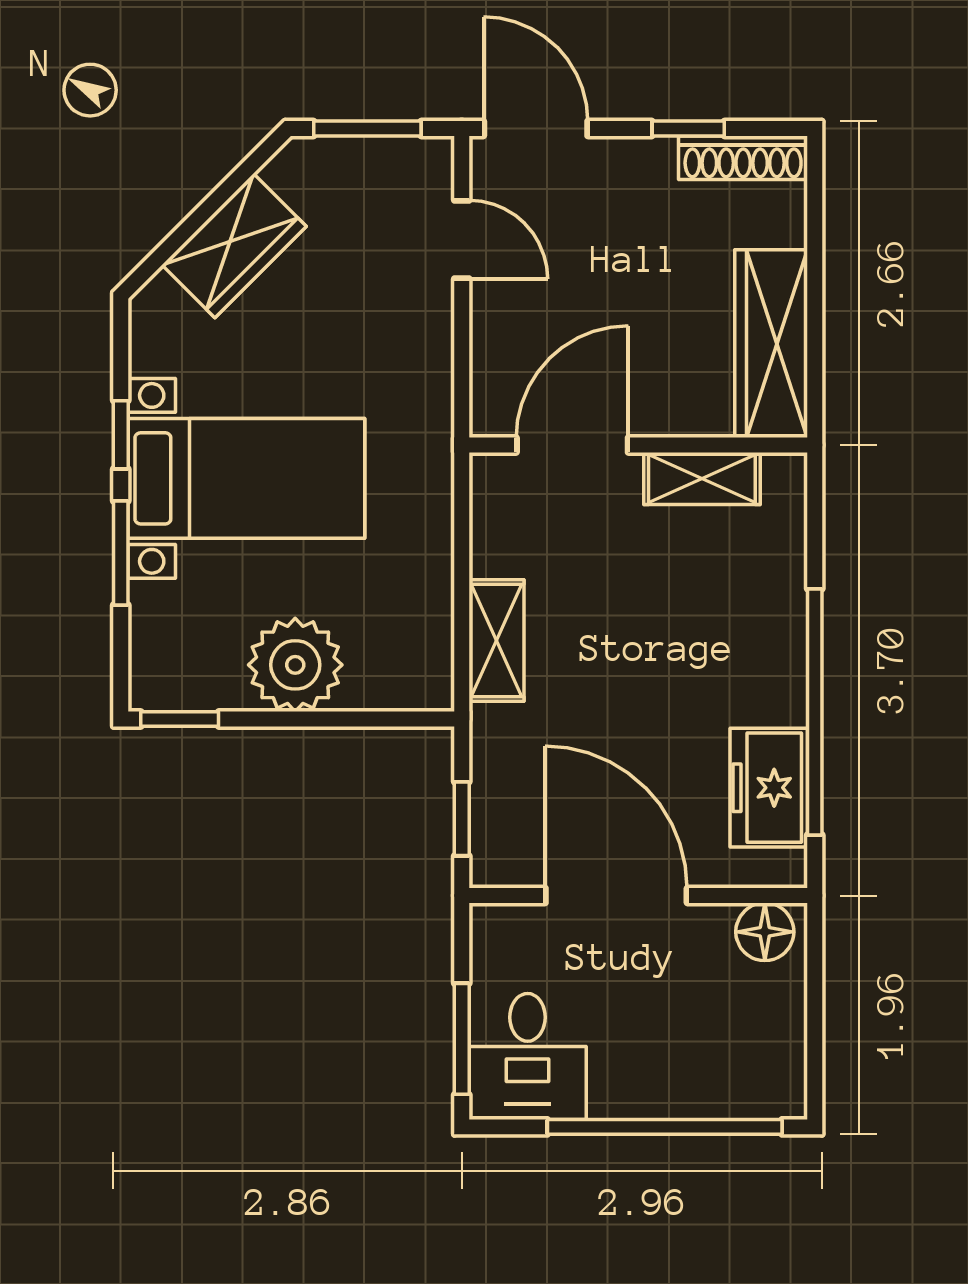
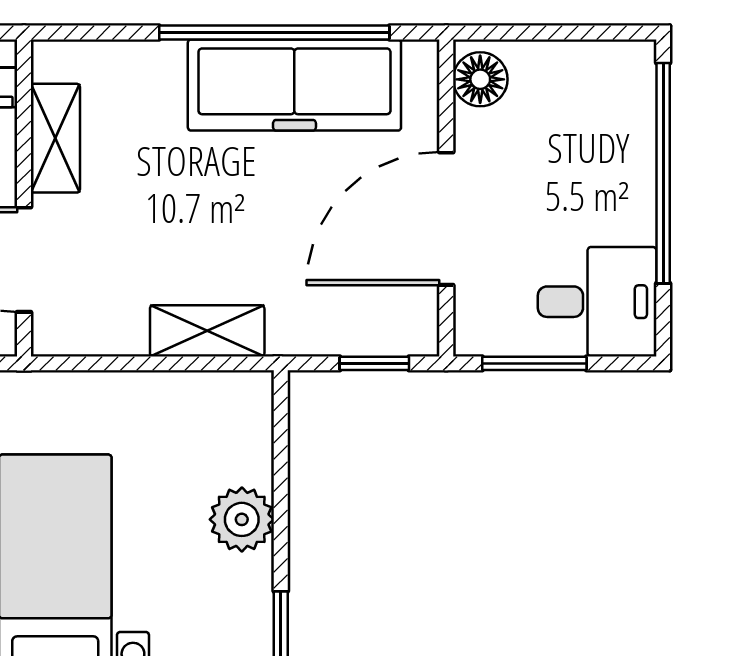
plant: (295, 665) -> (242, 519), width x0.73, depth x0.73
freezer: (769, 788) -> (294, 85), width x1.91, depth x1.26
window: (462, 1039) -> (534, 363), moved

